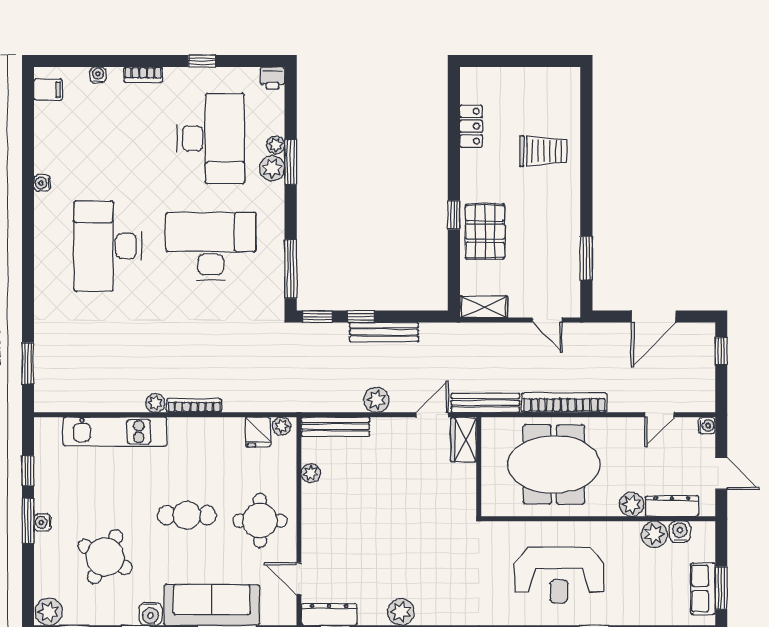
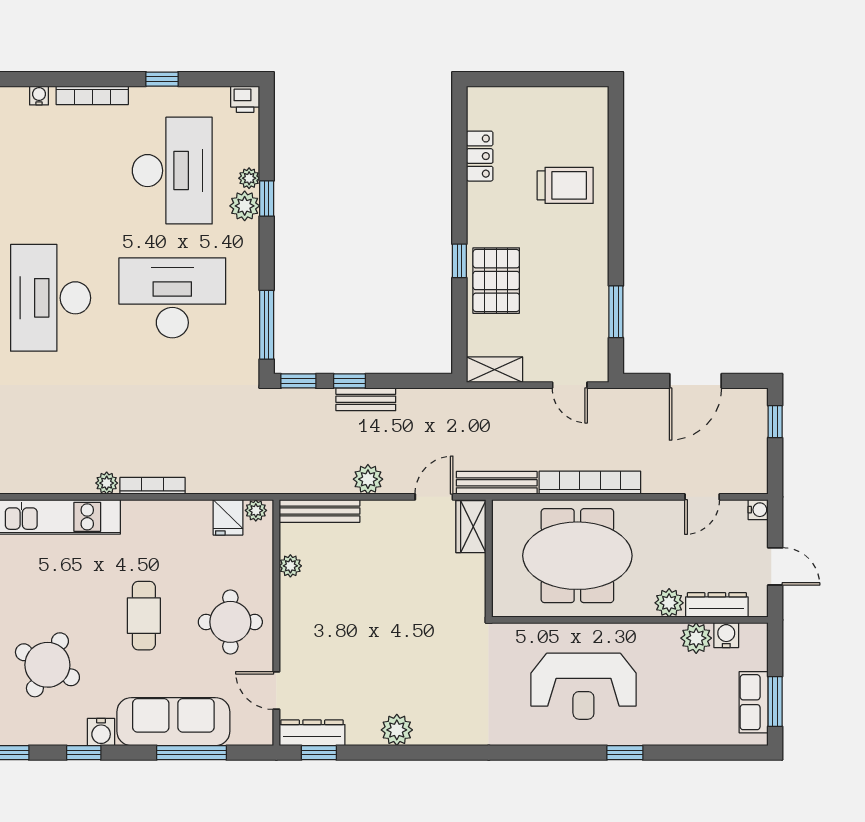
bookcase: (143, 75) -> (92, 95), width x1.56
window: (291, 162) -> (267, 198), width x0.67
bench: (384, 332) -> (366, 399), width x0.73
cafe table: (187, 515) -> (144, 616), turned 90

